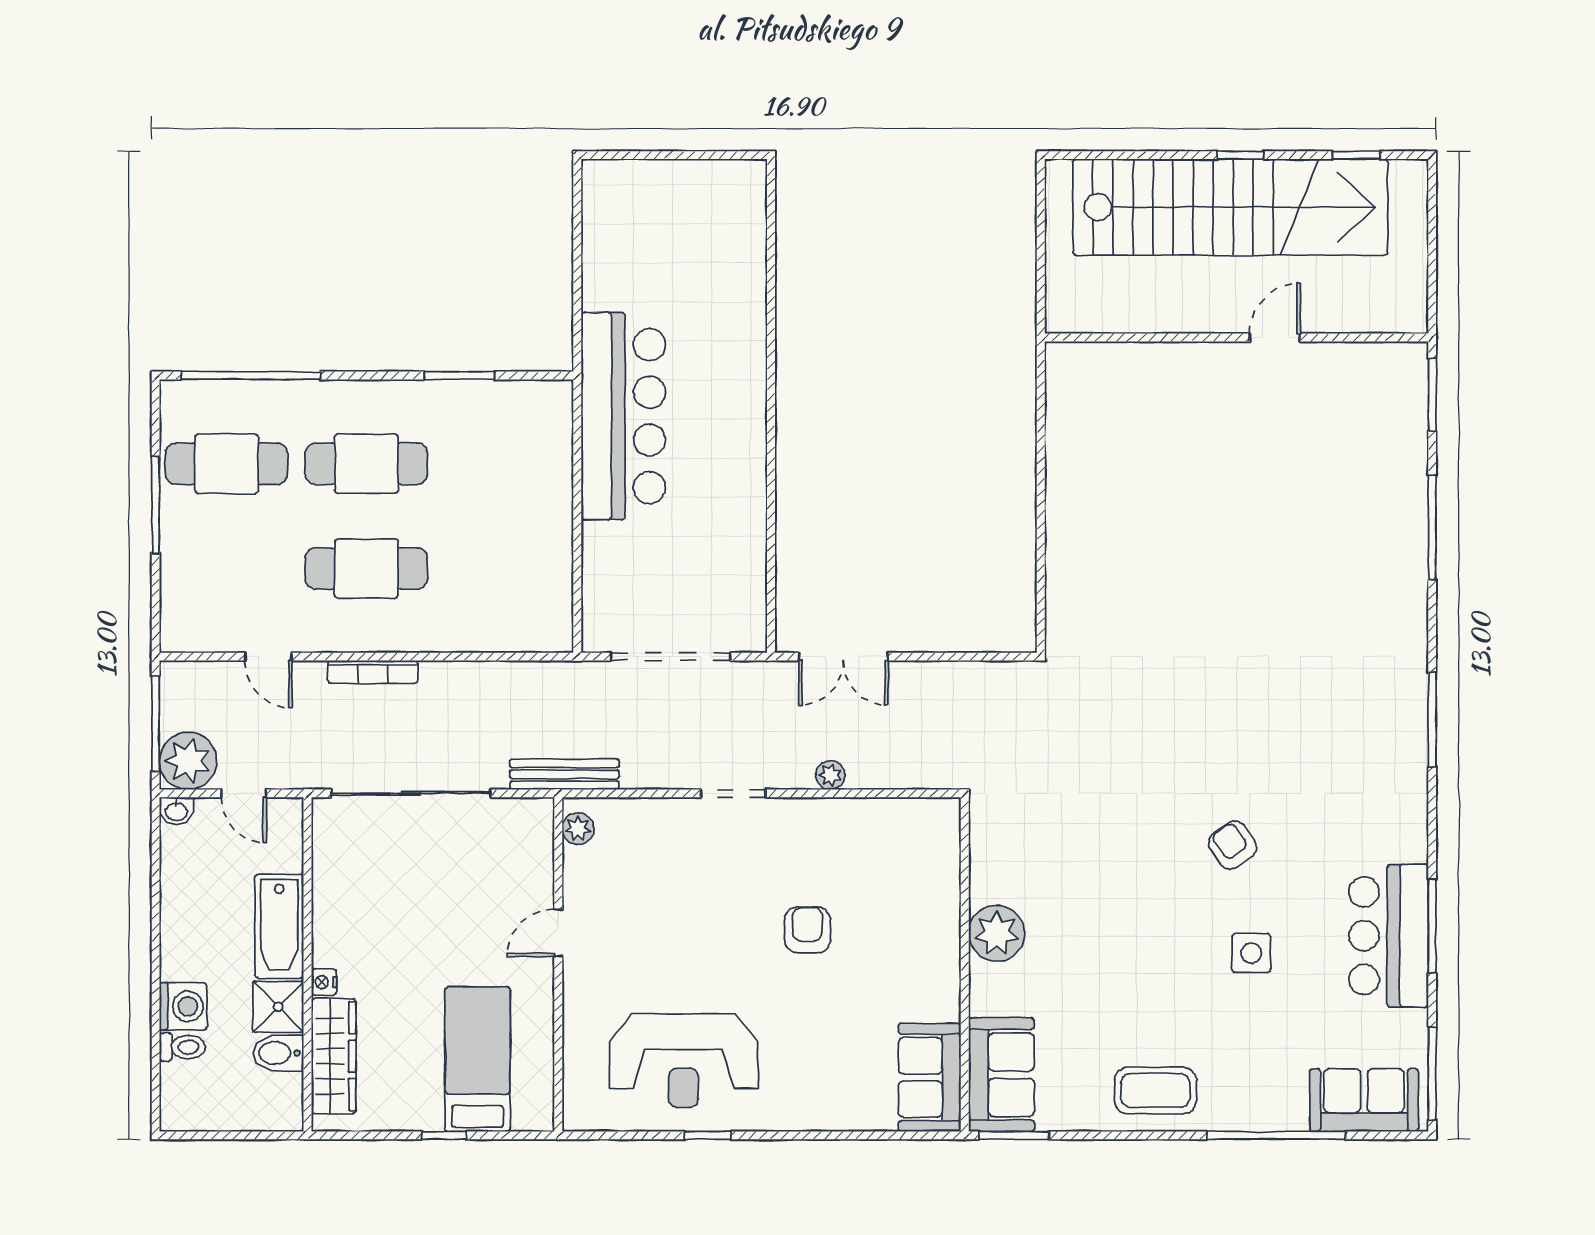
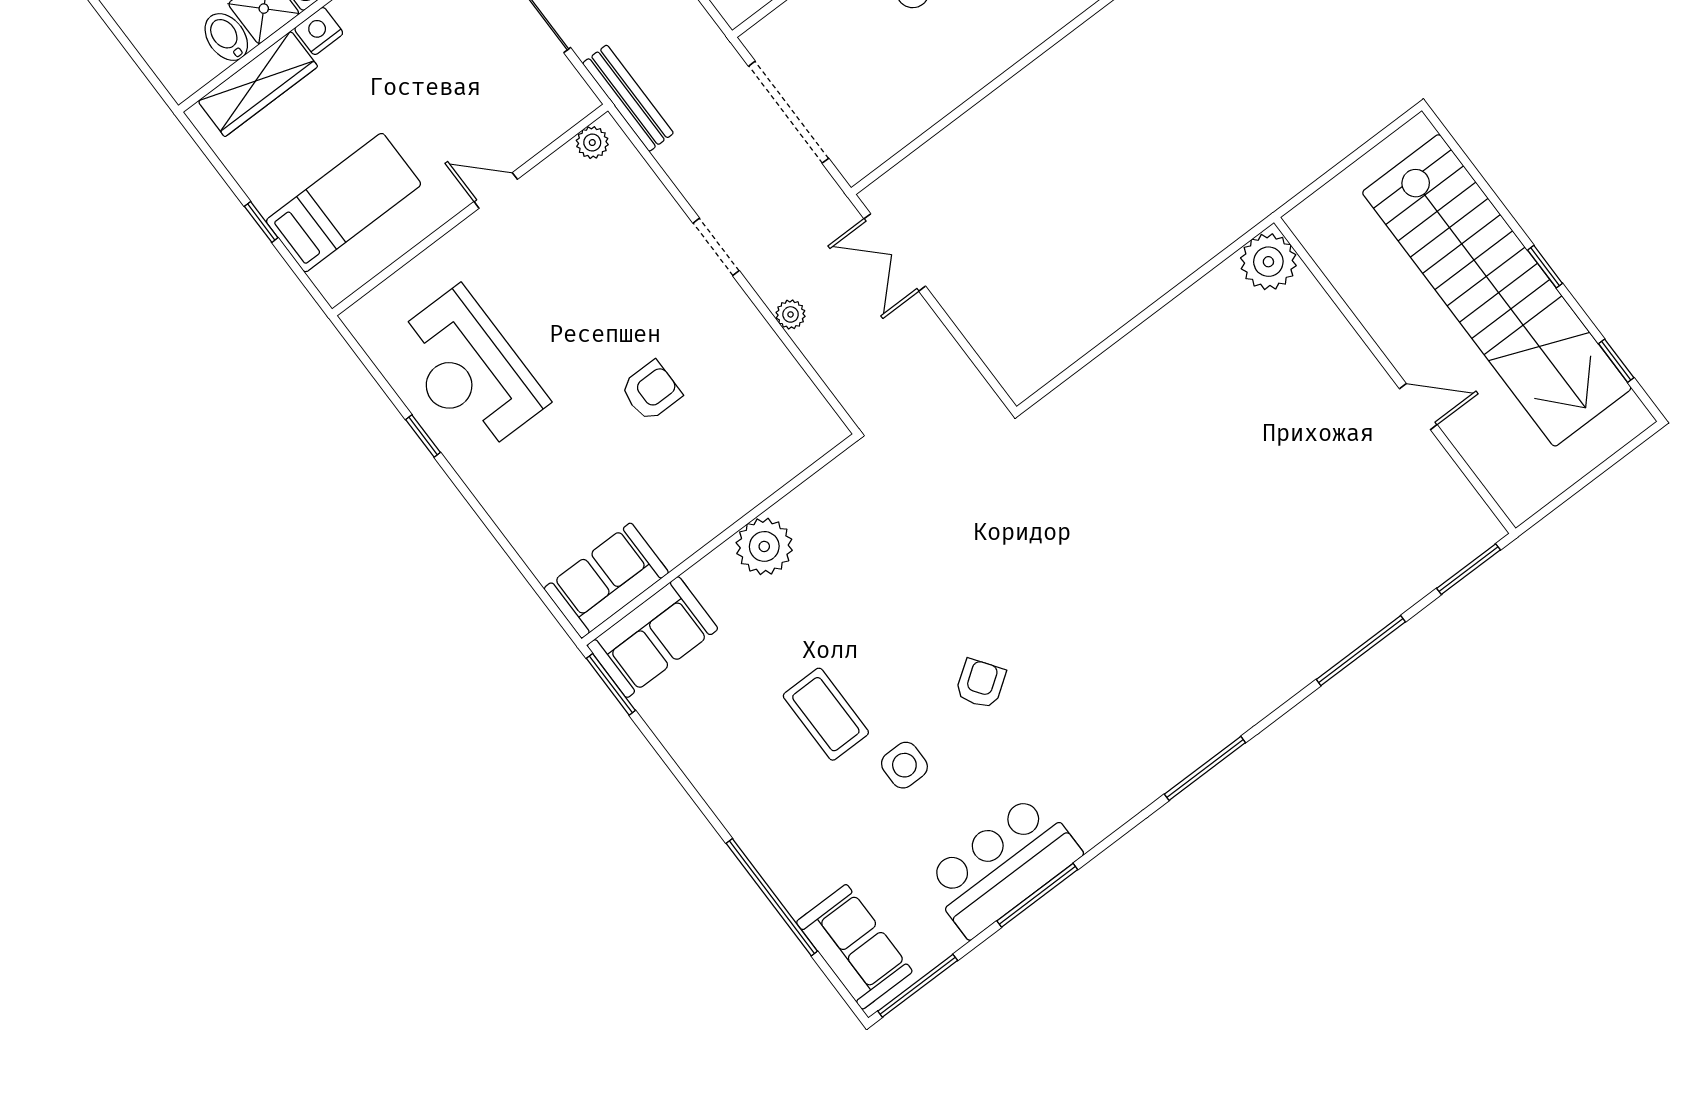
plant: (1072, 369) -> (1268, 262), added
nightstand: (324, 982) -> (319, 31), width x1.39, depth x1.35
coffee table: (1156, 1090) -> (826, 714), moved

